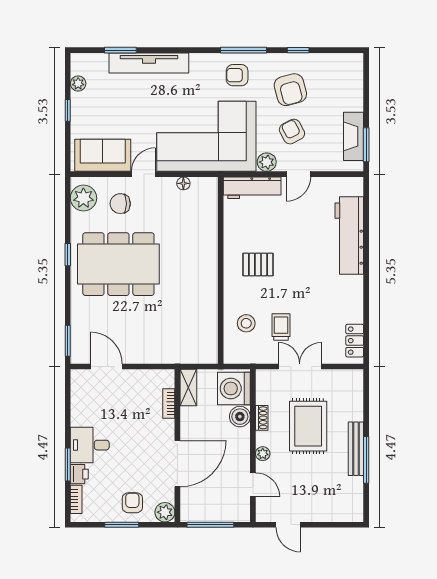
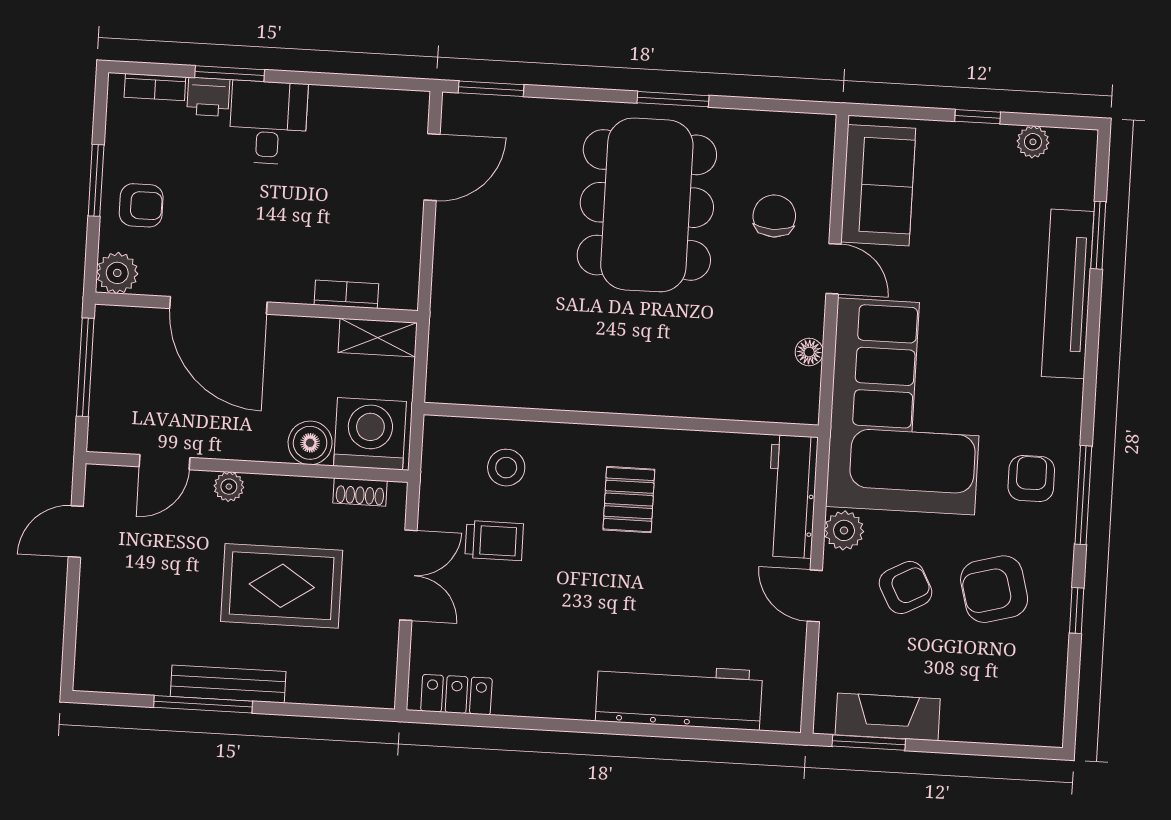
plant: (83, 198) -> (791, 139), removed
window: (68, 255) -> (673, 99), width x1.50
shoe rack: (262, 418) -> (360, 492), moved

